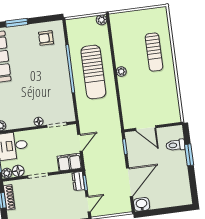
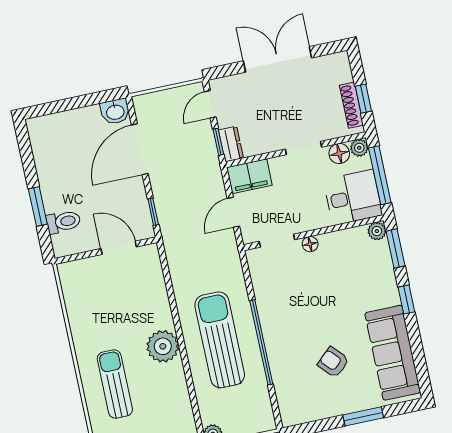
armchair: (46, 38) -> (333, 362), moved, turned -133
plant: (121, 72) -> (163, 346), width x1.88, depth x1.88

